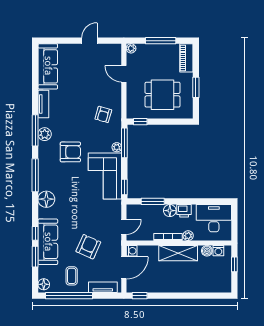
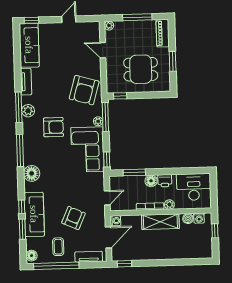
window: (51, 41) -> (31, 20), added
armchair: (103, 114) -> (84, 90), width x1.88, depth x1.88

